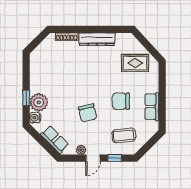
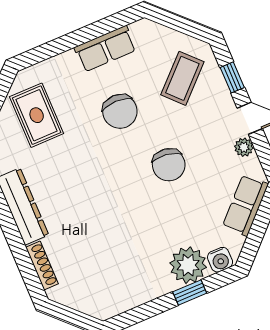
chair: (88, 113) -> (169, 165), turned 111
coffee table: (124, 136) -> (182, 78), turned 52

